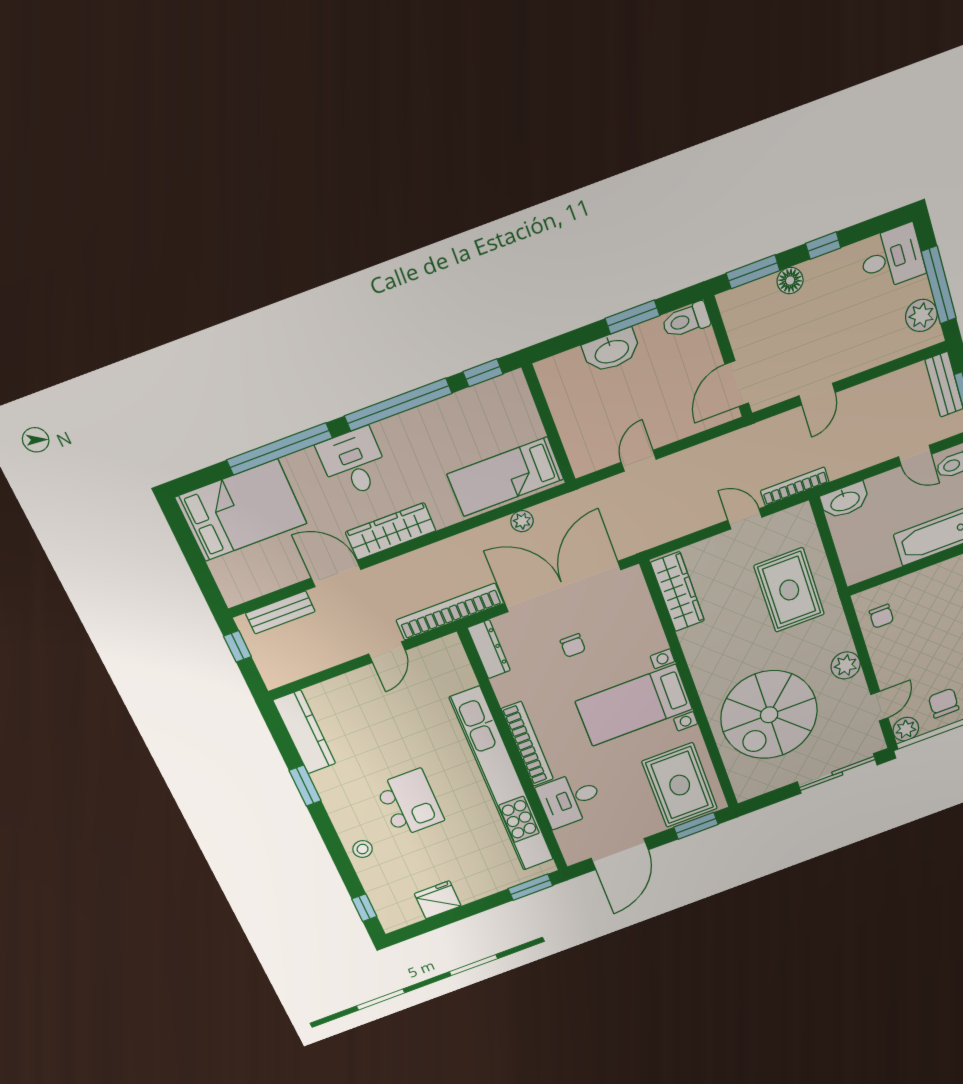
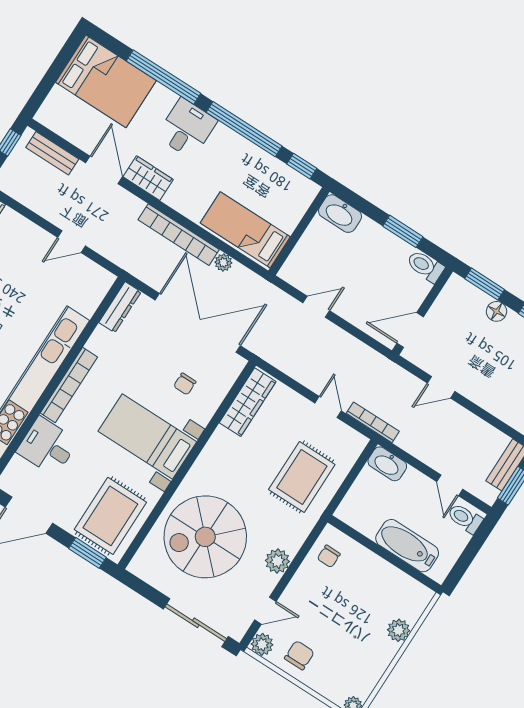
washbasin: (612, 351) -> (340, 214), moved
wardrobe: (391, 531) -> (148, 178), width x0.67
bookcase: (450, 612) -> (179, 235), moved, turned 180
chair: (573, 646) -> (185, 384), moved

